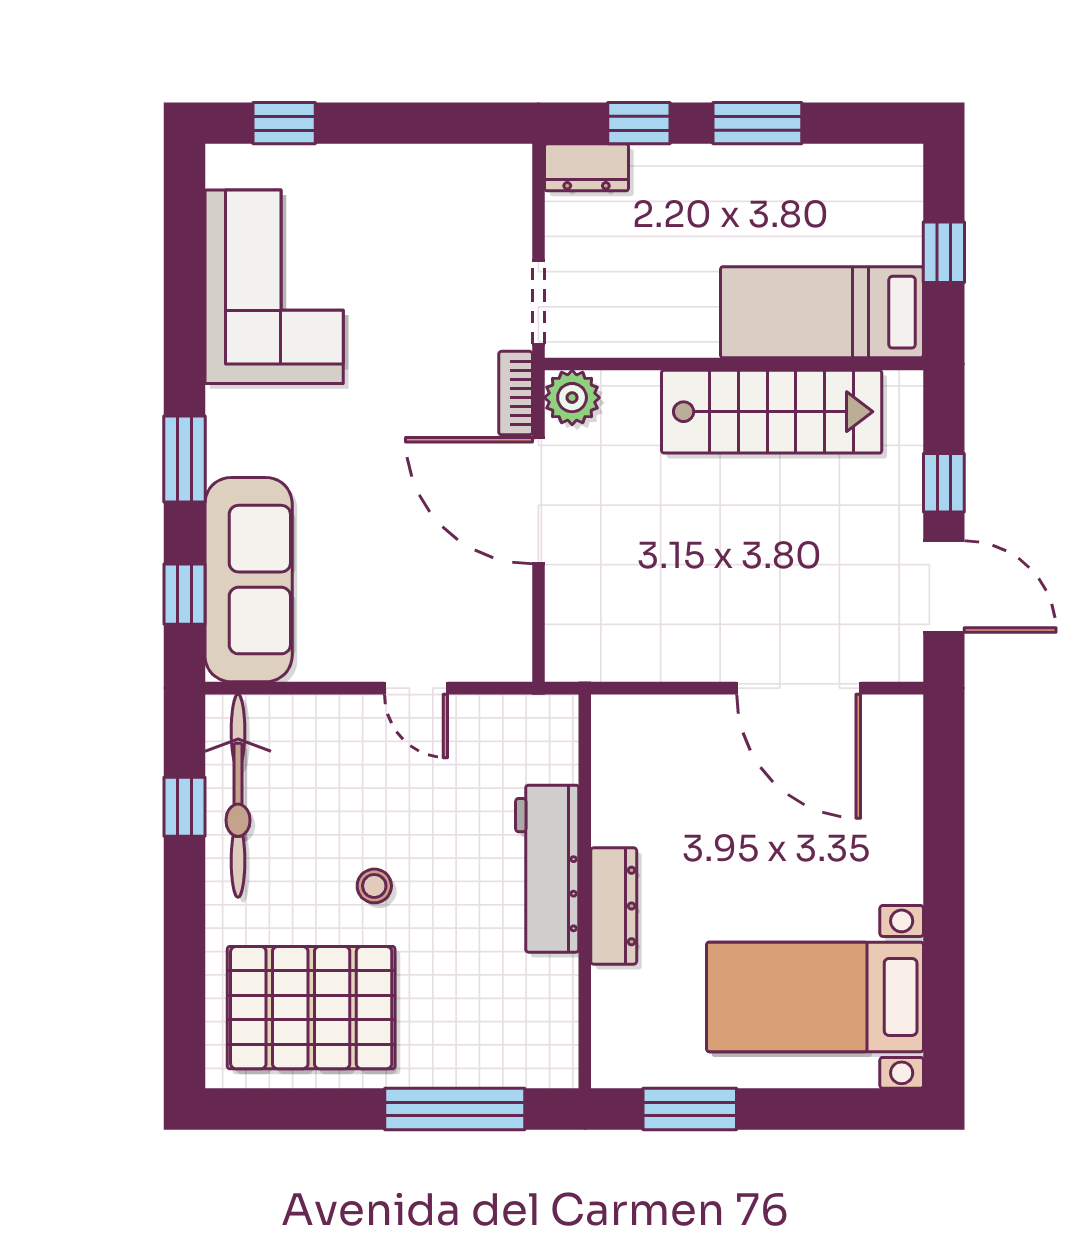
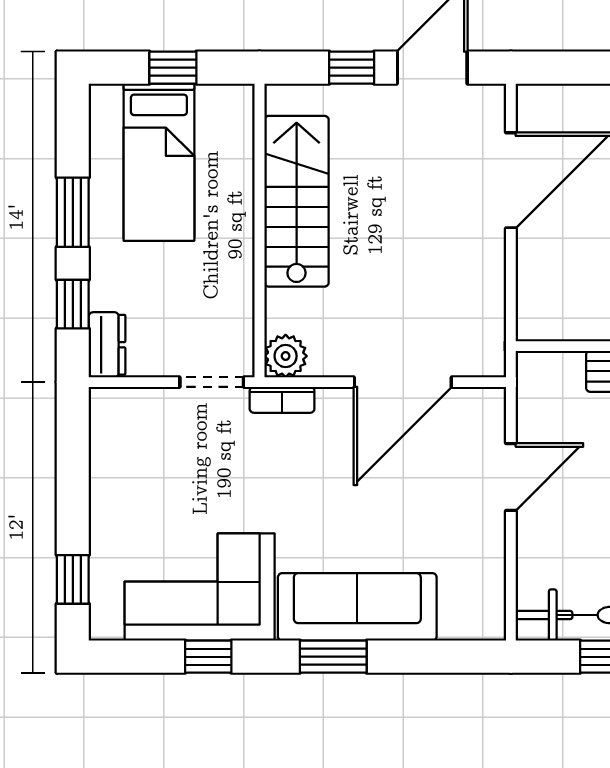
bed: (822, 312) -> (159, 162), moved
door: (538, 501) -> (403, 382), moved
sofa: (249, 580) -> (357, 607), moved
window: (184, 594) -> (208, 657), moved
door: (416, 688) -> (511, 477), width x1.38

